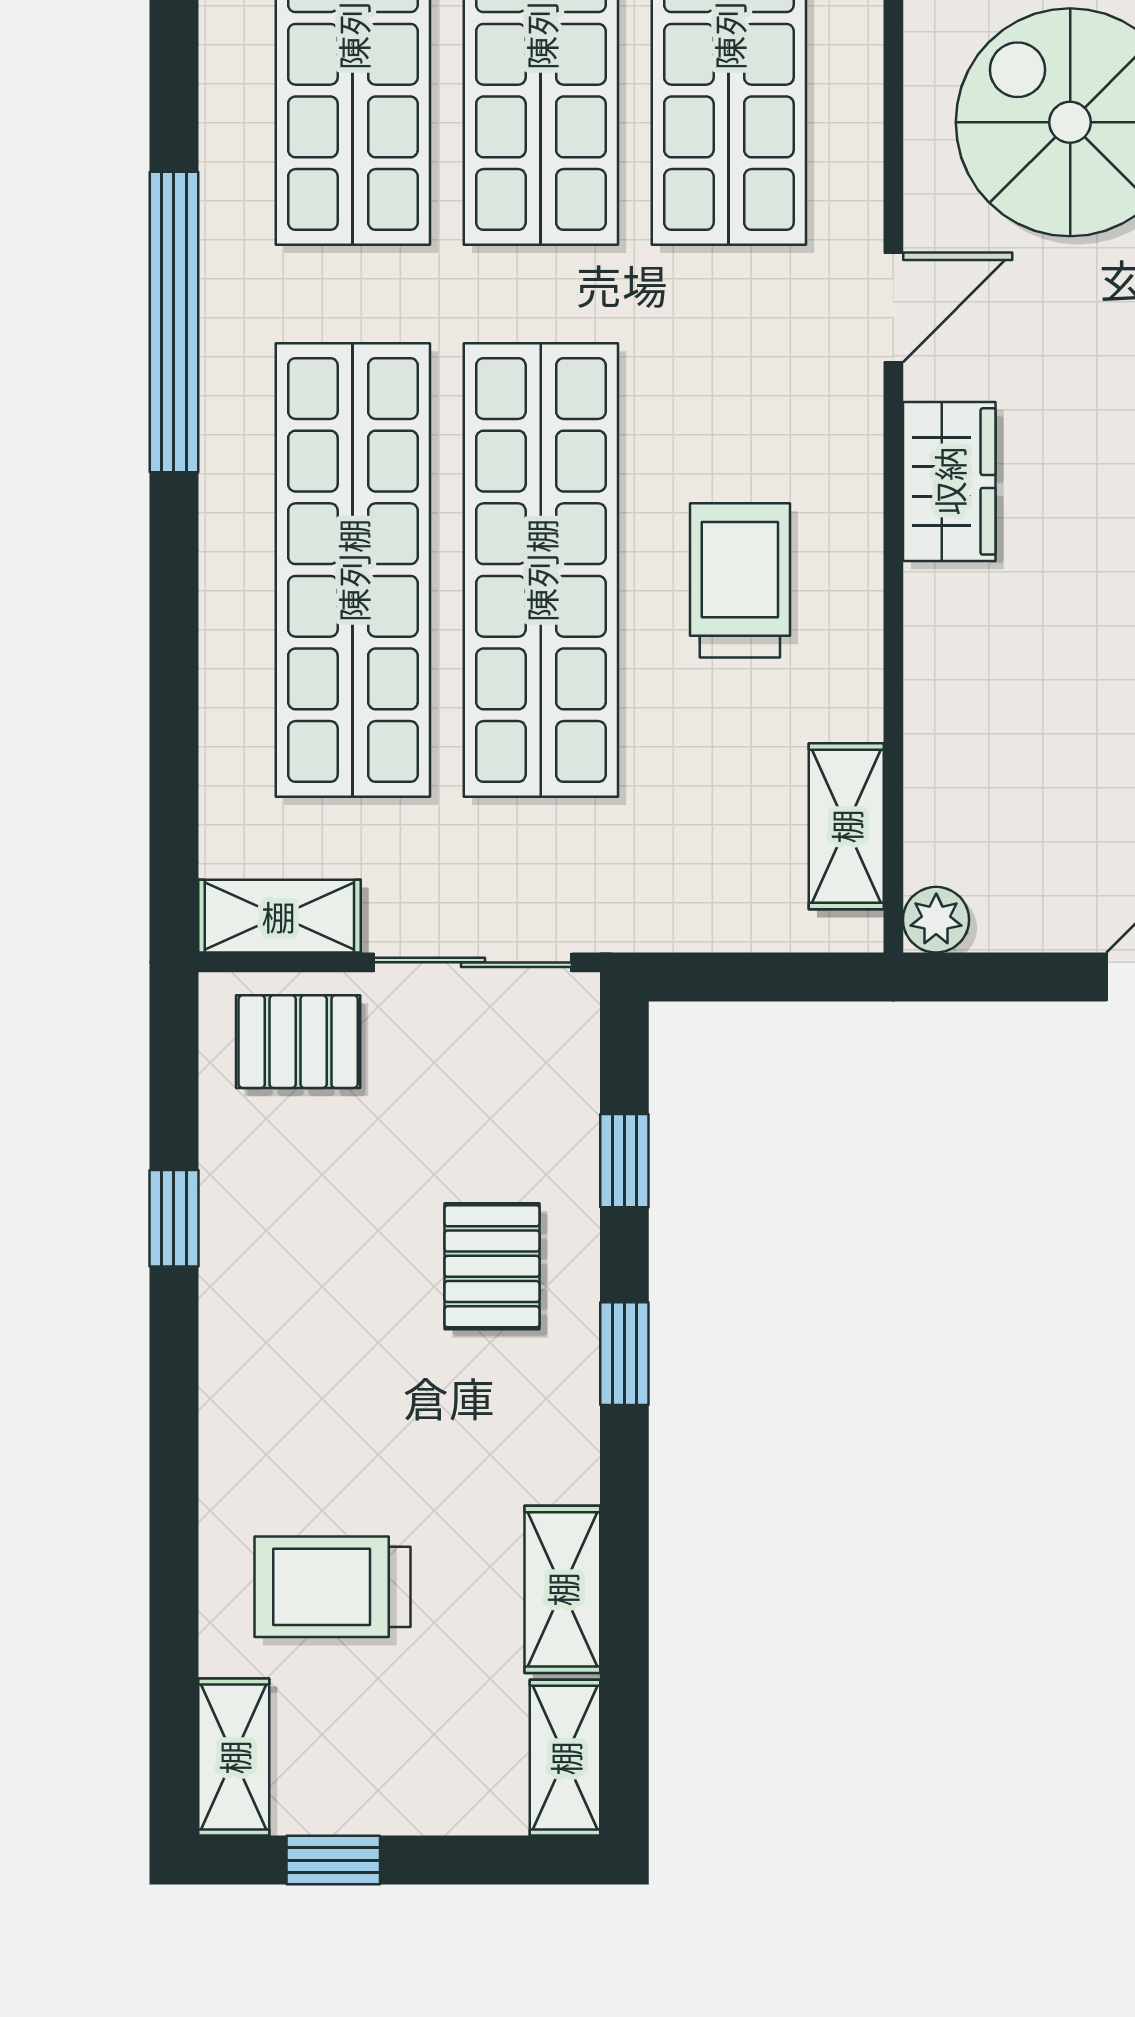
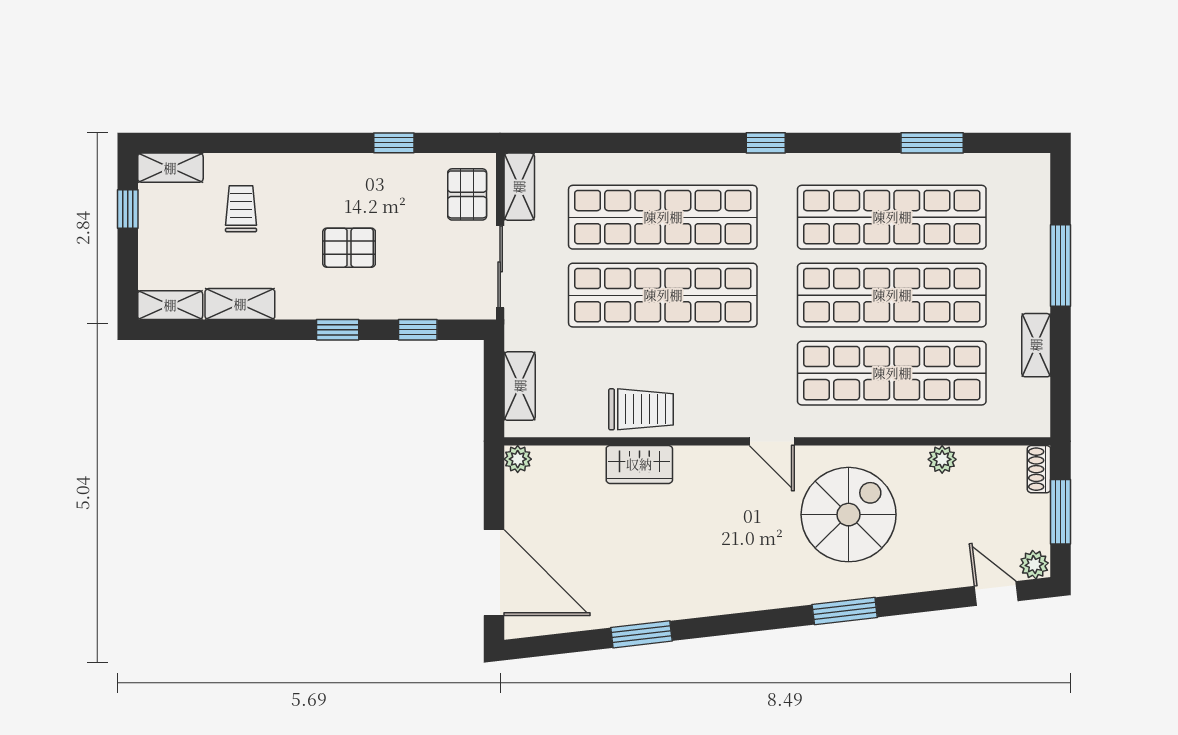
window: (174, 322) -> (766, 143), width x0.32
wardrobe: (949, 481) -> (639, 464), moved
trolley: (740, 580) -> (641, 409), moved
shelving: (846, 826) -> (520, 386), moved, turned 90
pallet: (492, 1266) -> (349, 248), moved
trolley: (333, 1587) -> (241, 209), width x0.73, depth x0.72

